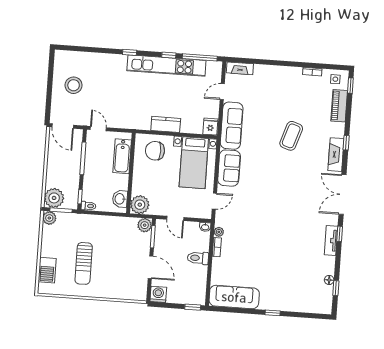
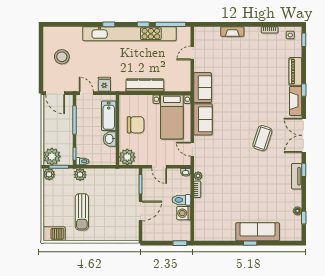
kitchen unit: (166, 66) -> (129, 34), width x1.36
fireplace: (240, 68) -> (232, 32), moved
piano: (339, 106) -> (295, 71), moved
kitchen counter: (166, 124) -> (145, 85), width x1.50
sofa: (232, 126) -> (203, 88), width x0.73
fridge: (210, 127) -> (104, 84), moved
coffee table: (291, 136) -> (262, 138), moved
chair: (155, 151) -> (136, 125), moved, turned 180
washbasin: (120, 199) -> (110, 139), moved
door: (214, 201) -> (192, 149), swing flipped
plant: (145, 225) -> (80, 175), moved
door: (150, 267) -> (140, 211), hinge flipped
barbecue: (47, 270) -> (54, 234), moved, turned -90
washing machine: (158, 294) -> (184, 213), moved, turned -90
sofa: (234, 297) -> (258, 232), moved

